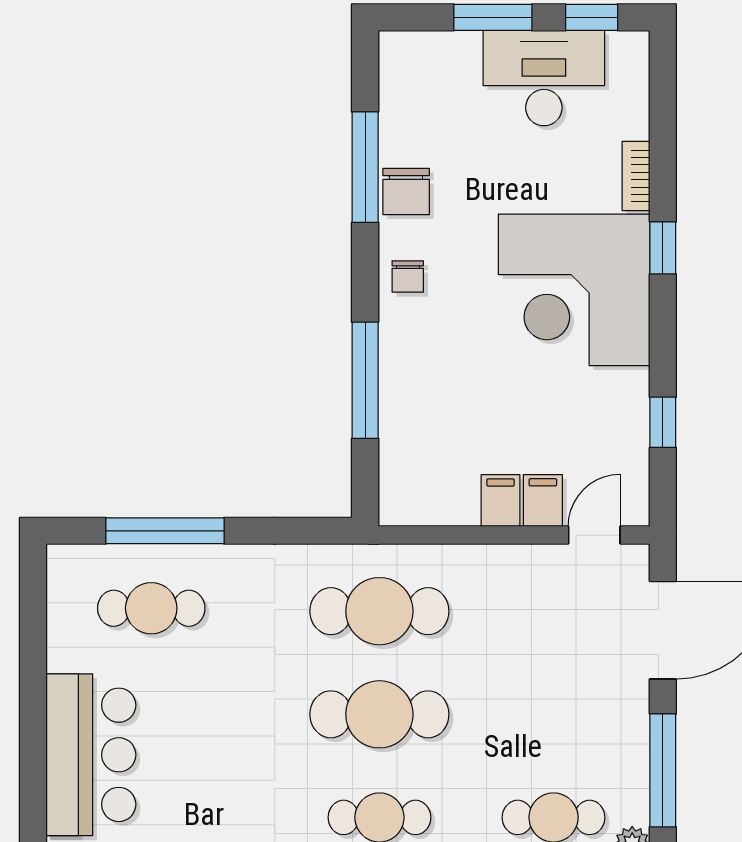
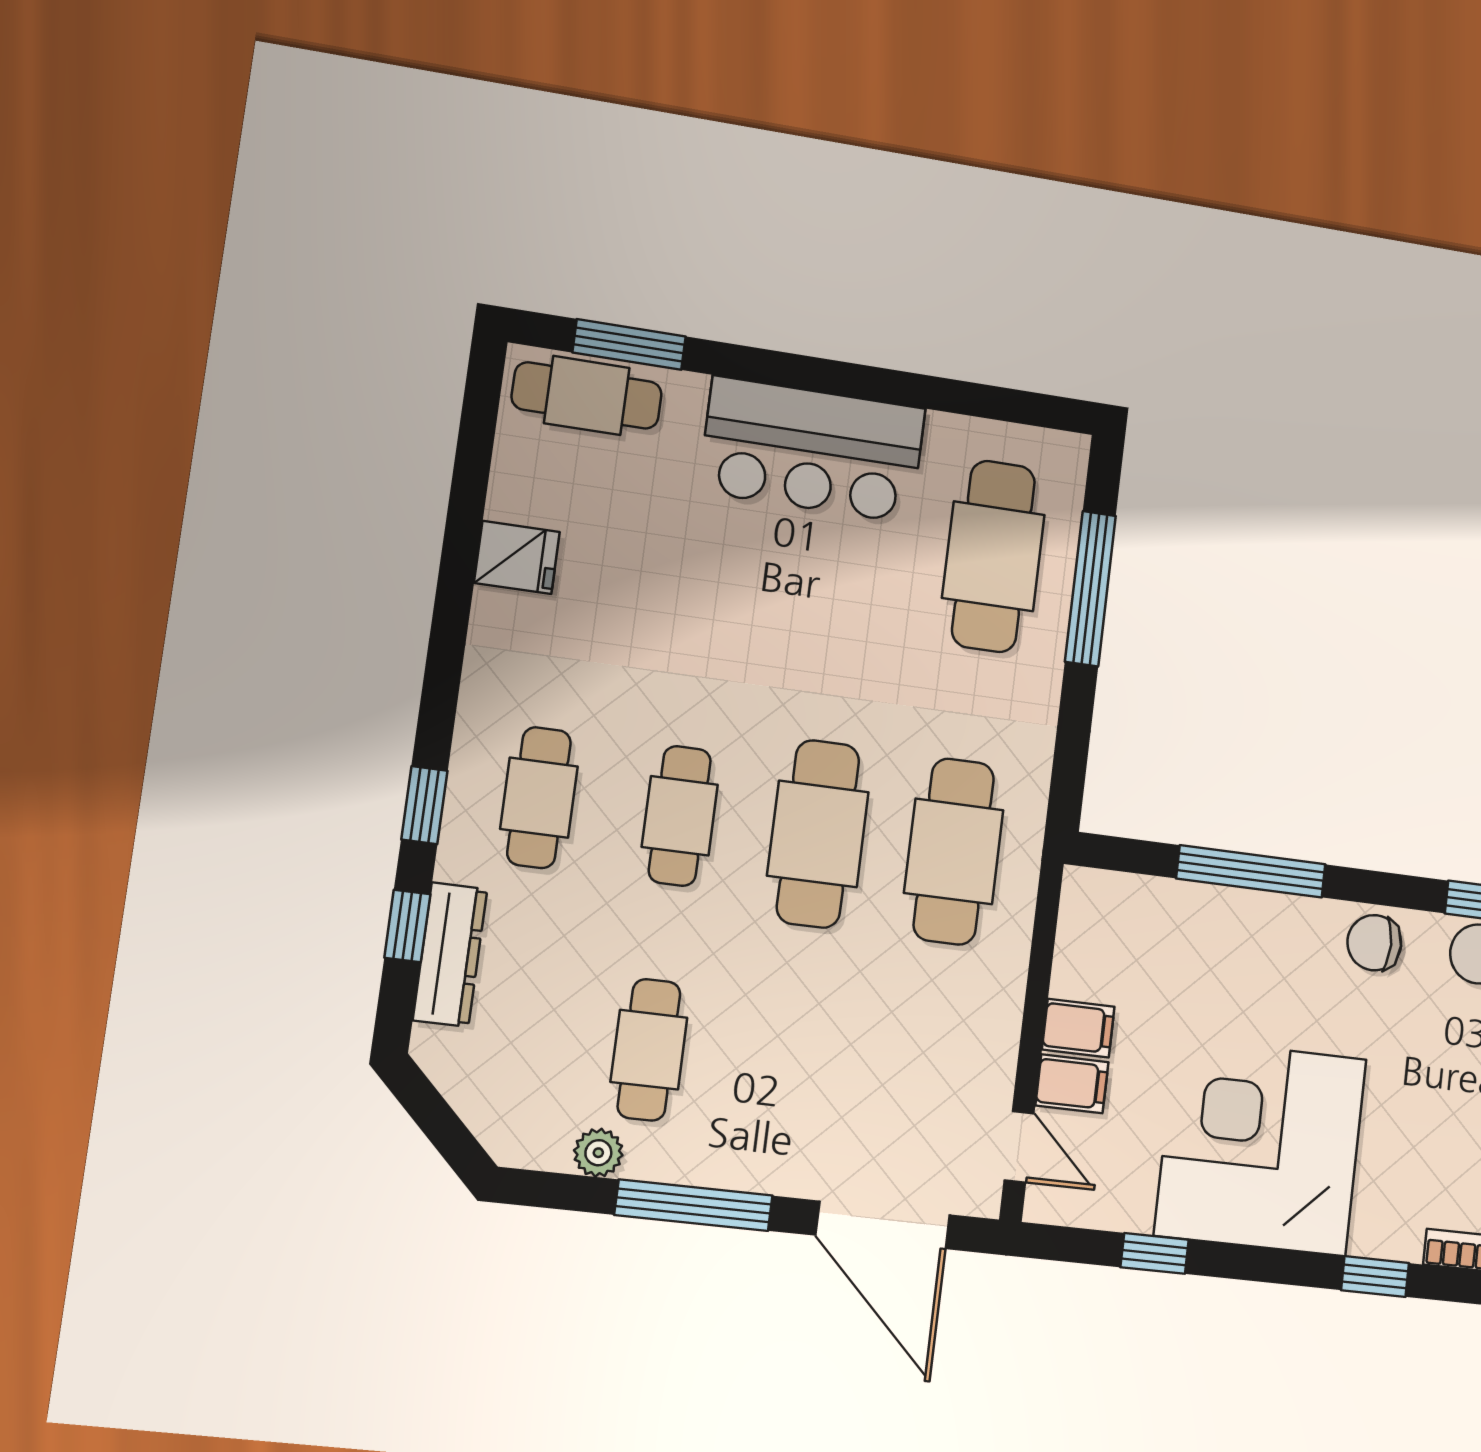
chair: (408, 277) -> (1374, 943), width x1.37, depth x1.37
corner desk: (574, 290) -> (1261, 1147), moved
cafe table: (151, 608) -> (993, 556), width x1.37, depth x1.35

